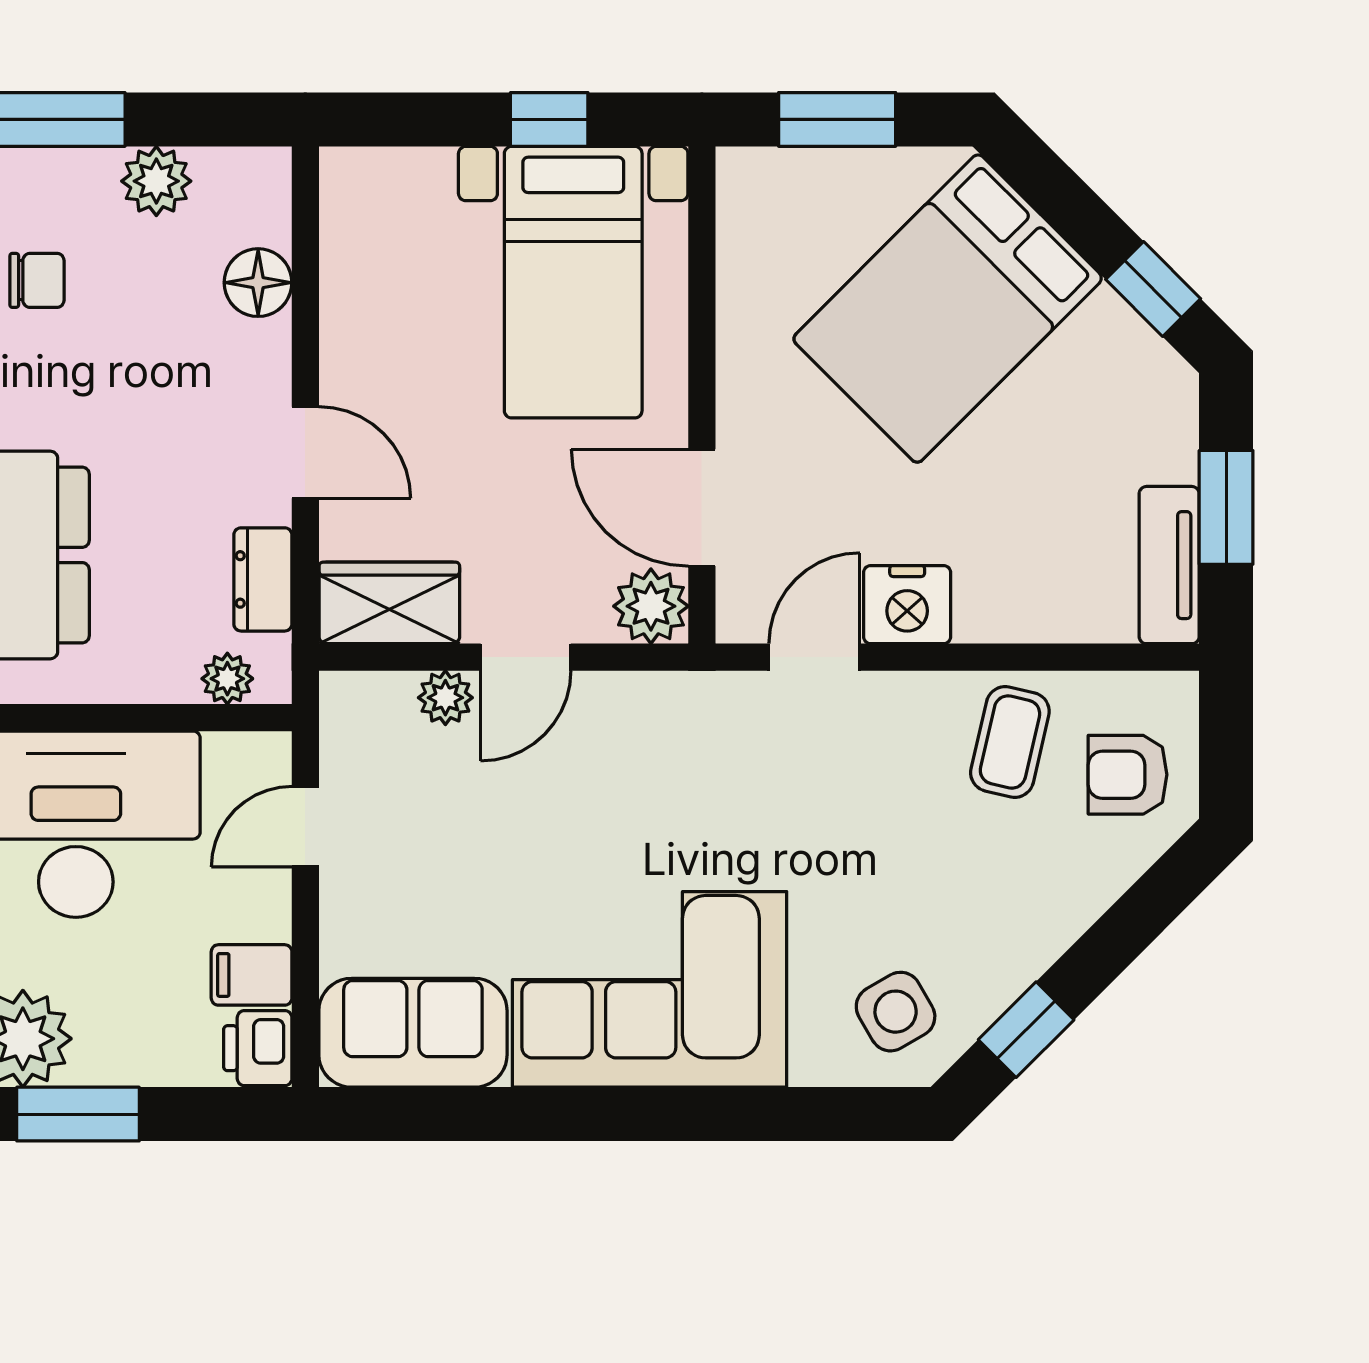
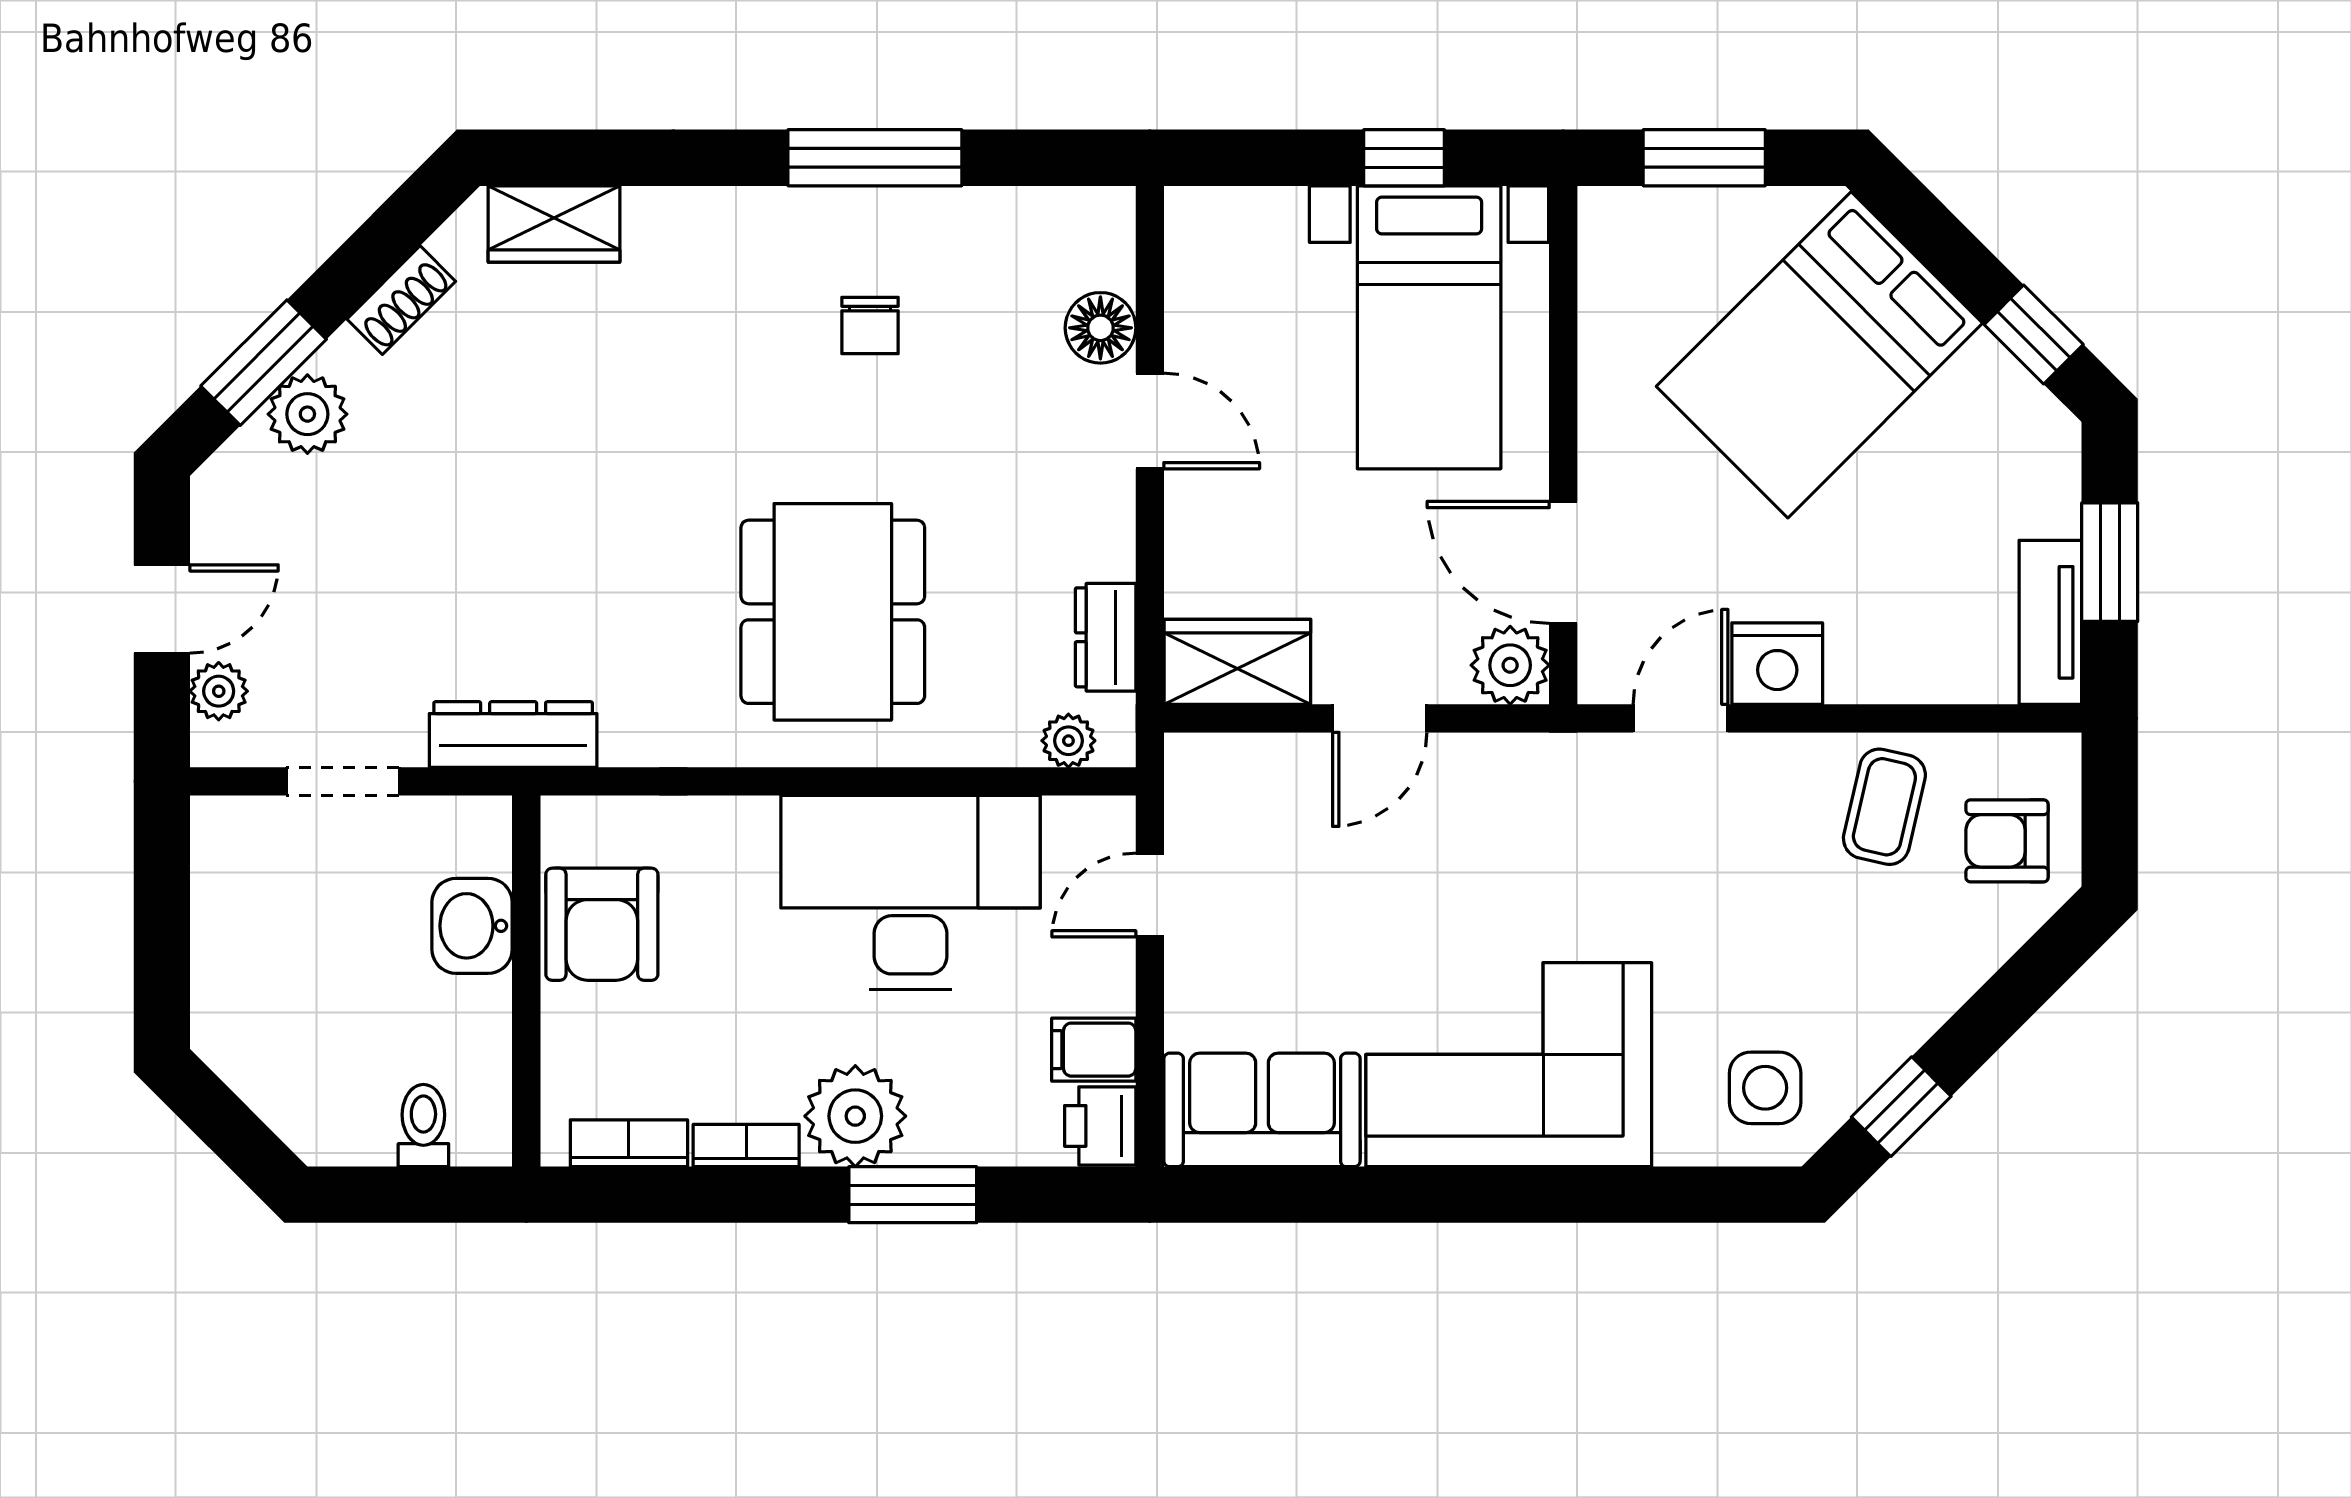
plant: (156, 181) -> (994, 222), removed
chair: (37, 280) -> (870, 326), turned 90
door: (305, 453) -> (1150, 421), moved
plant: (445, 698) -> (1296, 760), removed
side table: (896, 1012) -> (1765, 1088), turned 30

